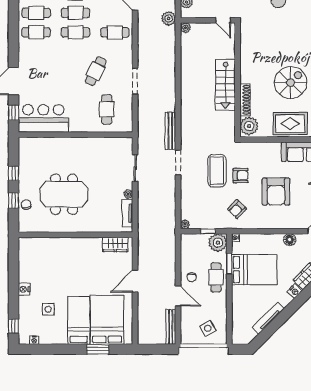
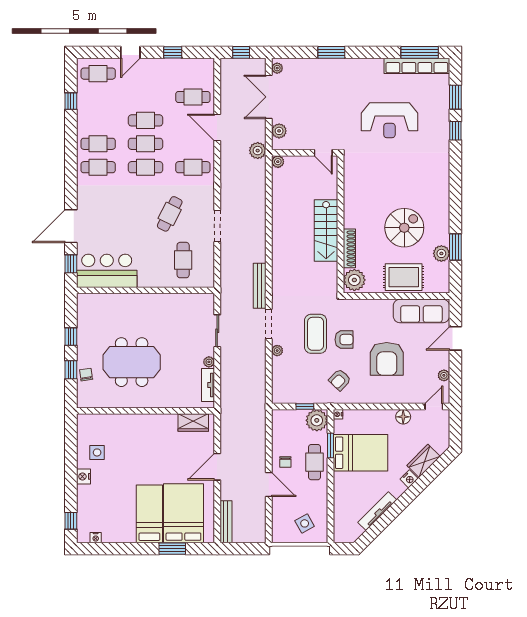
plant: (185, 224) -> (277, 351), moved
side table: (48, 309) -> (97, 452), moved
bench: (171, 327) -> (226, 522), moved

